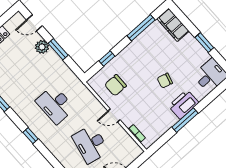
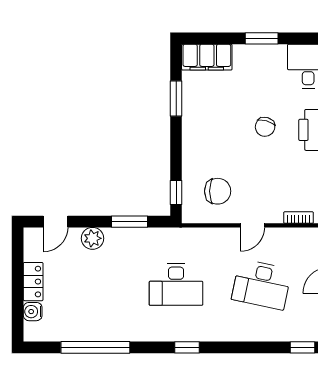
window: (141, 28) -> (176, 99), width x0.69
window: (58, 49) -> (129, 222), moved
window: (107, 58) -> (176, 192), moved
chair: (115, 85) -> (218, 191), turned -90

